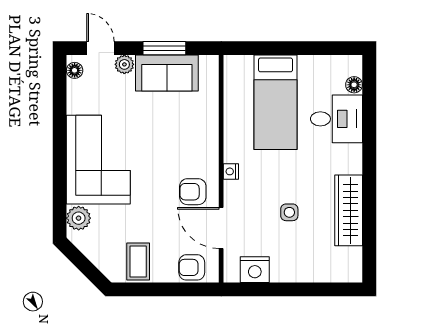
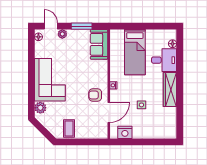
sofa: (167, 73) -> (99, 44), moved, turned 90
wardrobe: (349, 210) -> (170, 90), moved
door: (221, 228) -> (109, 112), swing flipped
armchair: (192, 267) -> (95, 131), removed

